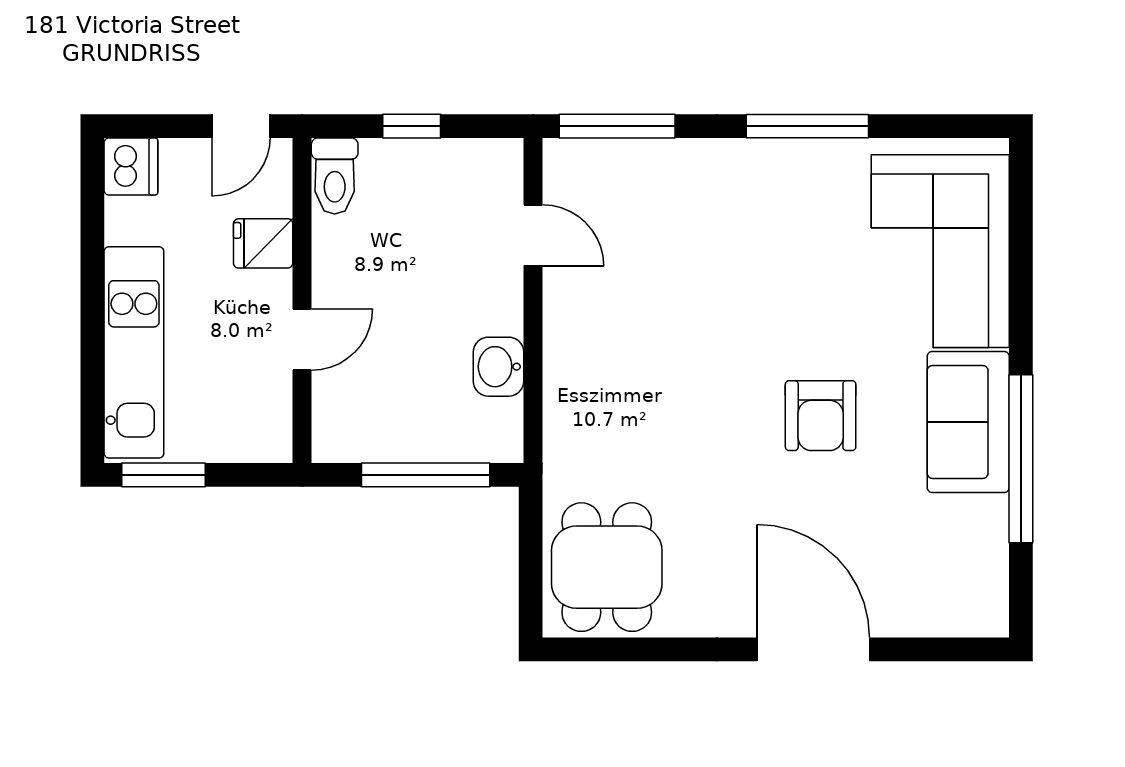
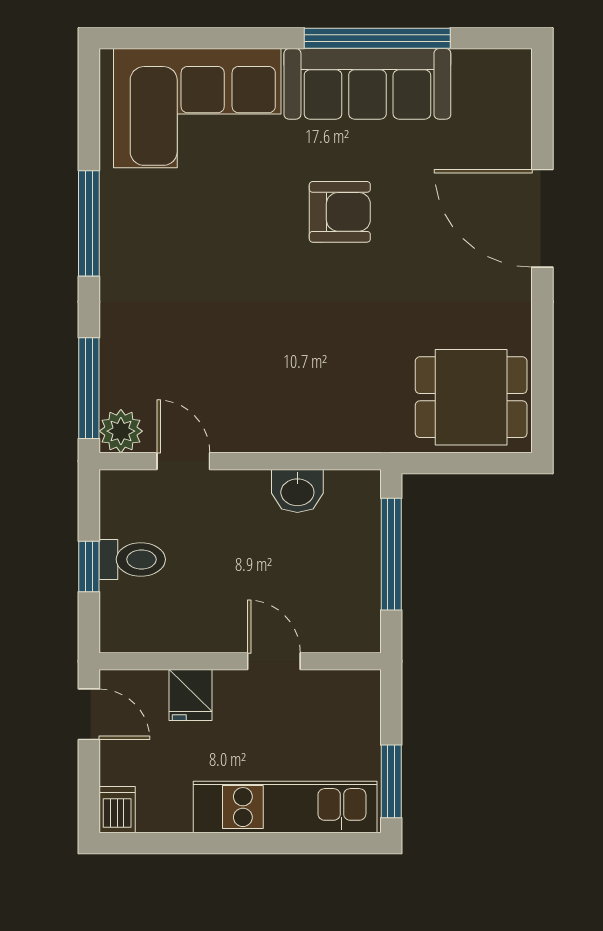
plant: (568, 163) -> (121, 431), added
dishwasher: (131, 166) -> (117, 810), width x0.73
toilet: (335, 176) -> (132, 559), moved
door: (533, 235) -> (183, 461), hinge flipped
sofa: (968, 422) -> (367, 84), width x1.36
door: (813, 649) -> (542, 218), hinge flipped

